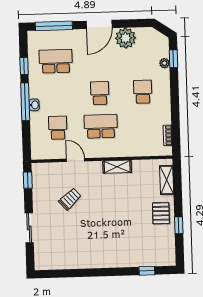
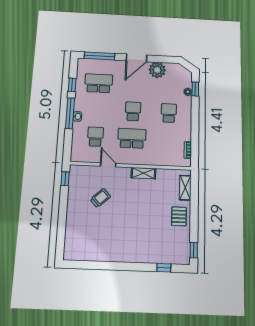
window: (179, 225) -> (194, 250), moved
sliding door: (29, 228) -> (62, 221), removed

